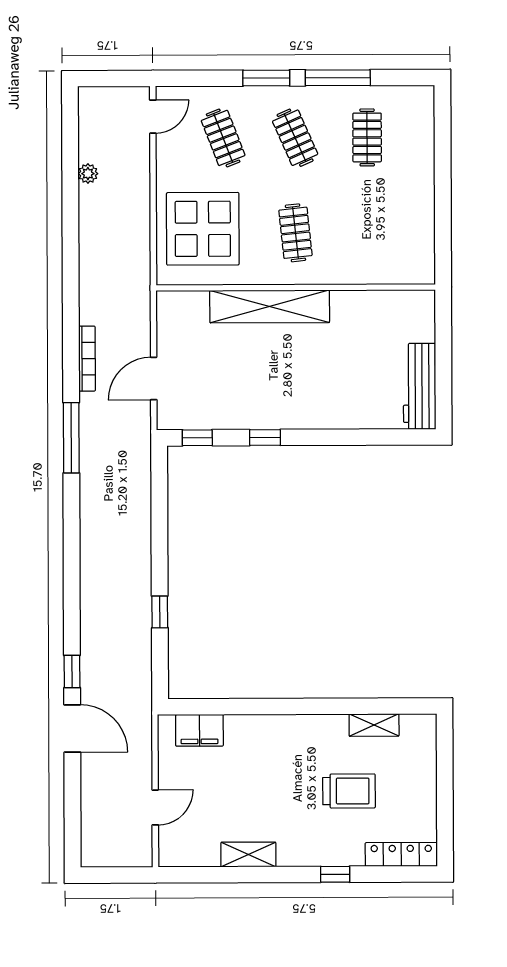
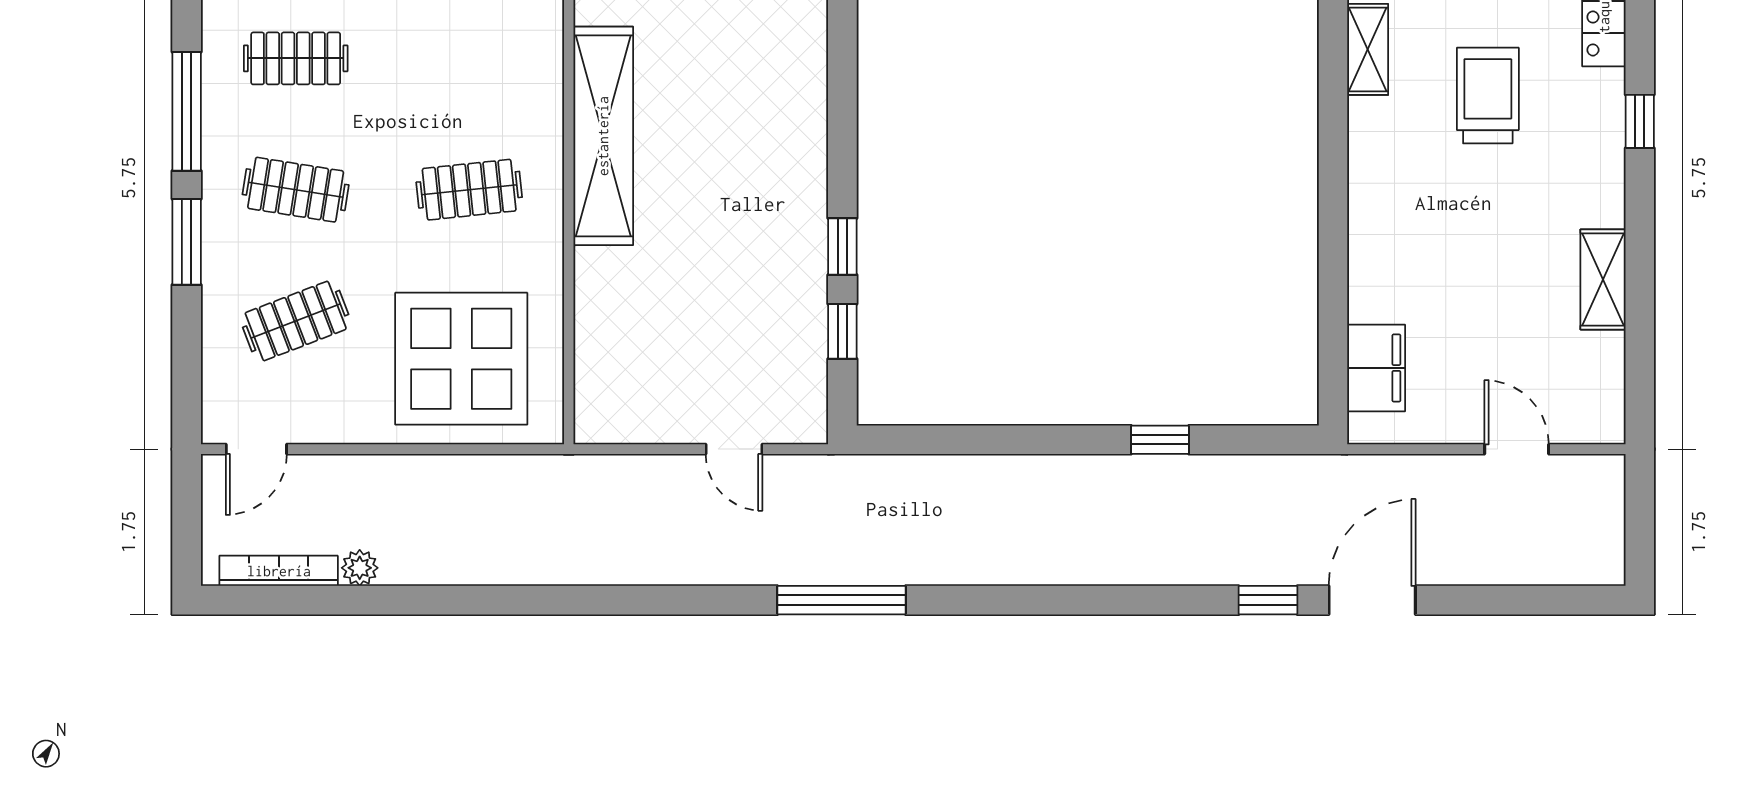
door: (153, 117) -> (256, 449), swing flipped
clothes rail: (295, 138) -> (296, 190), turned 33
shelving: (270, 306) -> (603, 136), moved
bookcase: (87, 359) -> (279, 571), moved
door: (154, 379) -> (734, 449), width x0.73
window: (197, 438) -> (842, 331), moved

